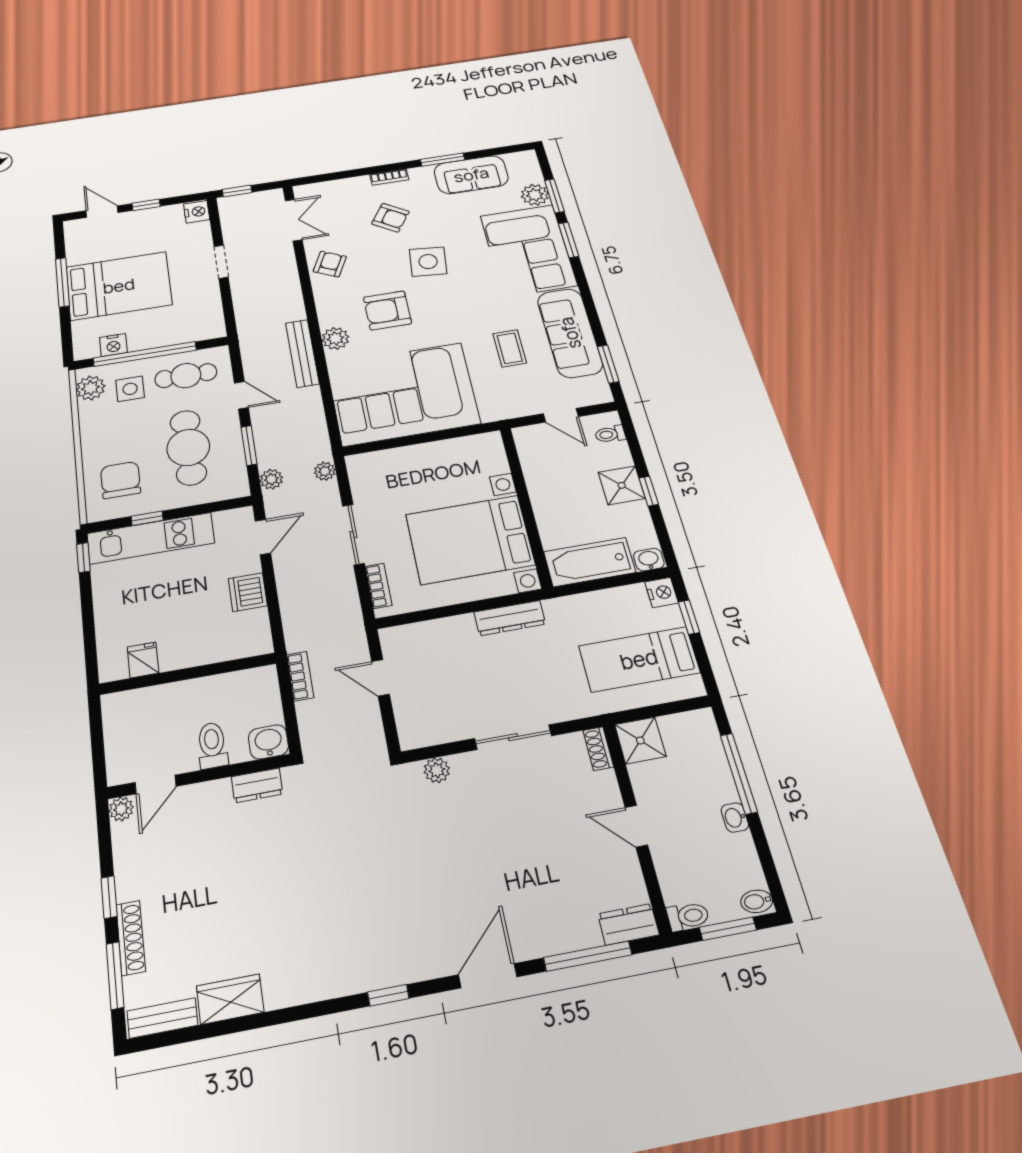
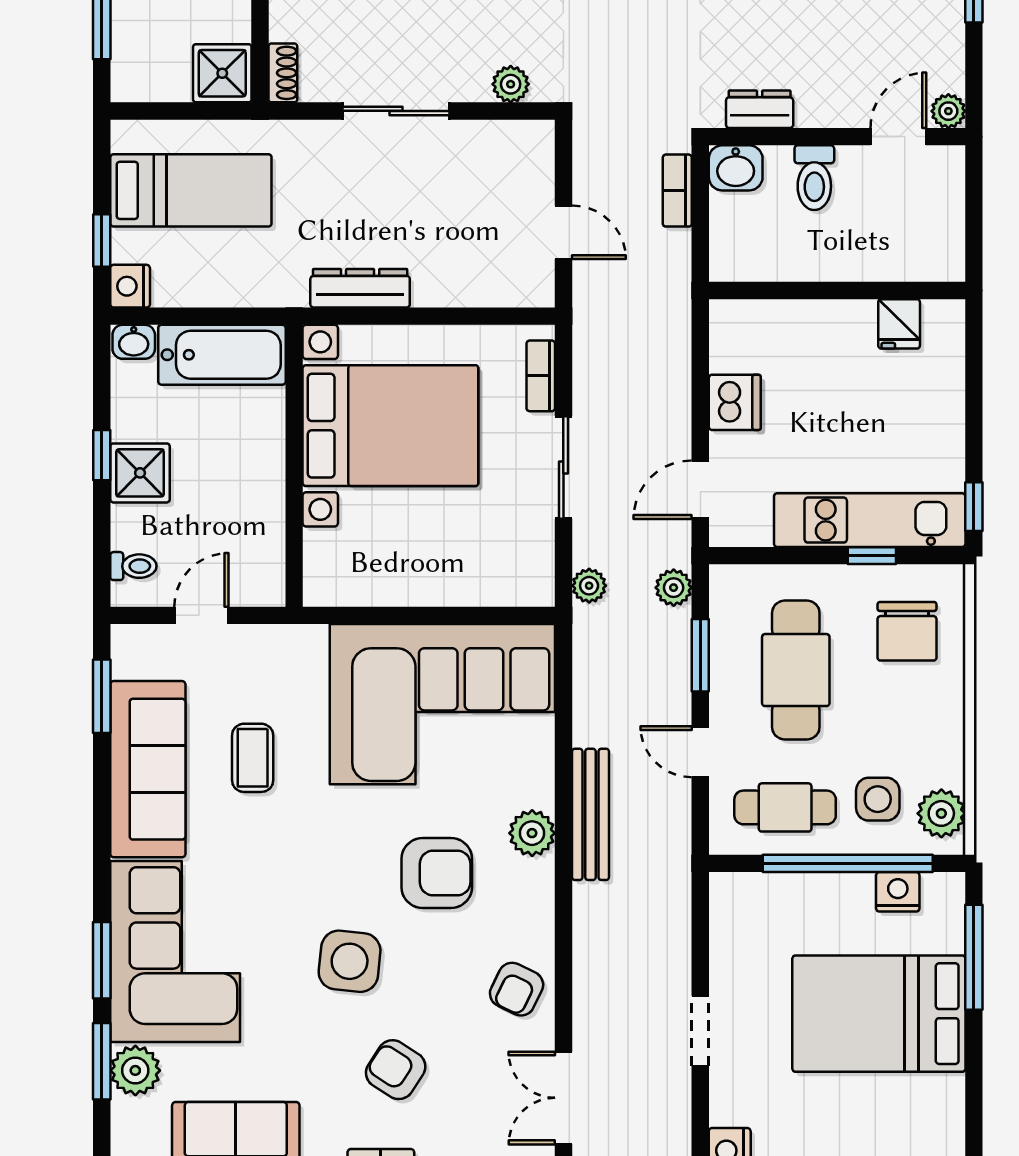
window: (62, 282) -> (974, 957), moved
door: (561, 415) -> (201, 615), hinge flipped
bookcase: (300, 676) -> (677, 191), moved

